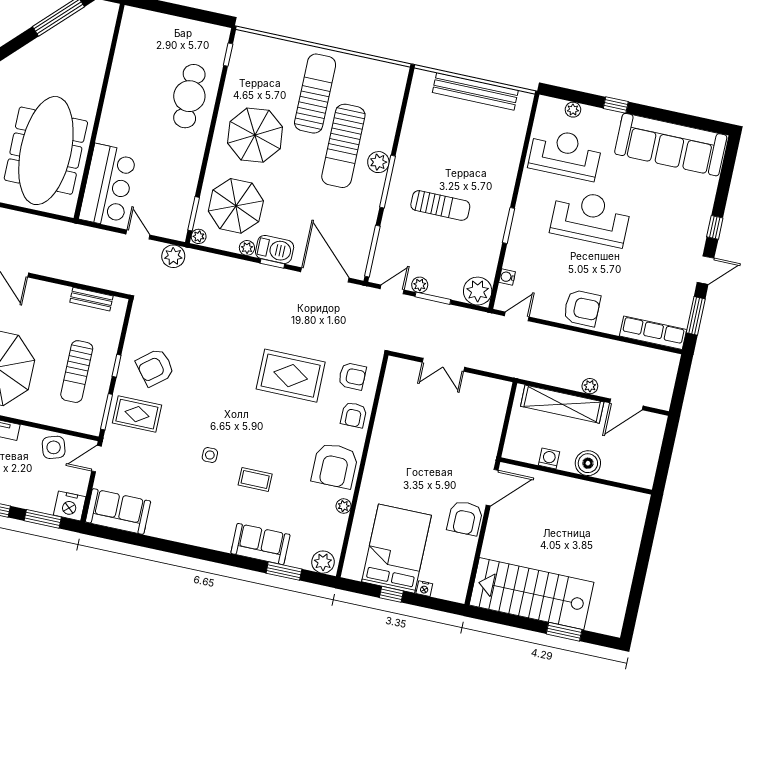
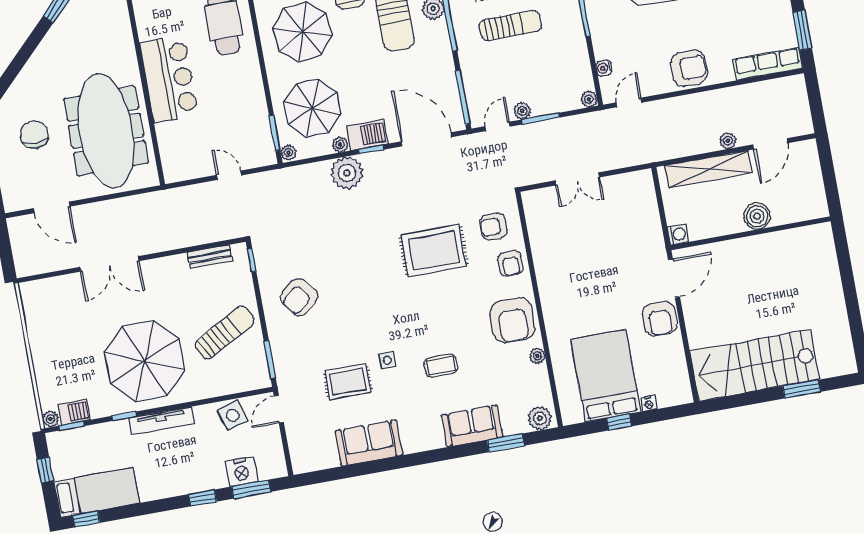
bar counter: (108, 186) -> (169, 79), moved
plant: (173, 256) -> (347, 173), moved, width x1.36, depth x1.36
plant: (478, 291) -> (589, 99), width x0.53, depth x0.53
window: (117, 366) -> (252, 260), moved
sun lounger: (77, 372) -> (225, 333), turned -119
armchair: (352, 376) -> (494, 227), turned 180
rug: (137, 414) -> (348, 382), moved
washing machine: (549, 459) -> (678, 234), moved, turned 90
nightstand: (70, 506) -> (241, 471), moved
sofa: (118, 512) -> (369, 443), moved

